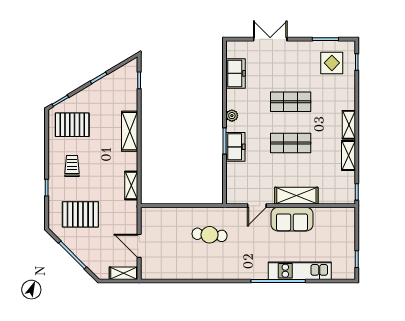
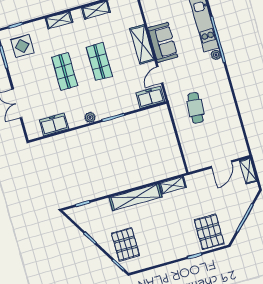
pallet: (72, 125) -> (125, 244), moved
shelving: (349, 125) -> (59, 20), moved
shelving: (130, 131) -> (135, 197), width x1.47
freezer: (235, 147) -> (150, 97), moved
trolley: (72, 166) -> (170, 240), removed
door: (257, 206) -> (160, 75), swing flipped
pallet: (80, 214) -> (209, 232), moved
plant: (262, 274) -> (216, 55), added

